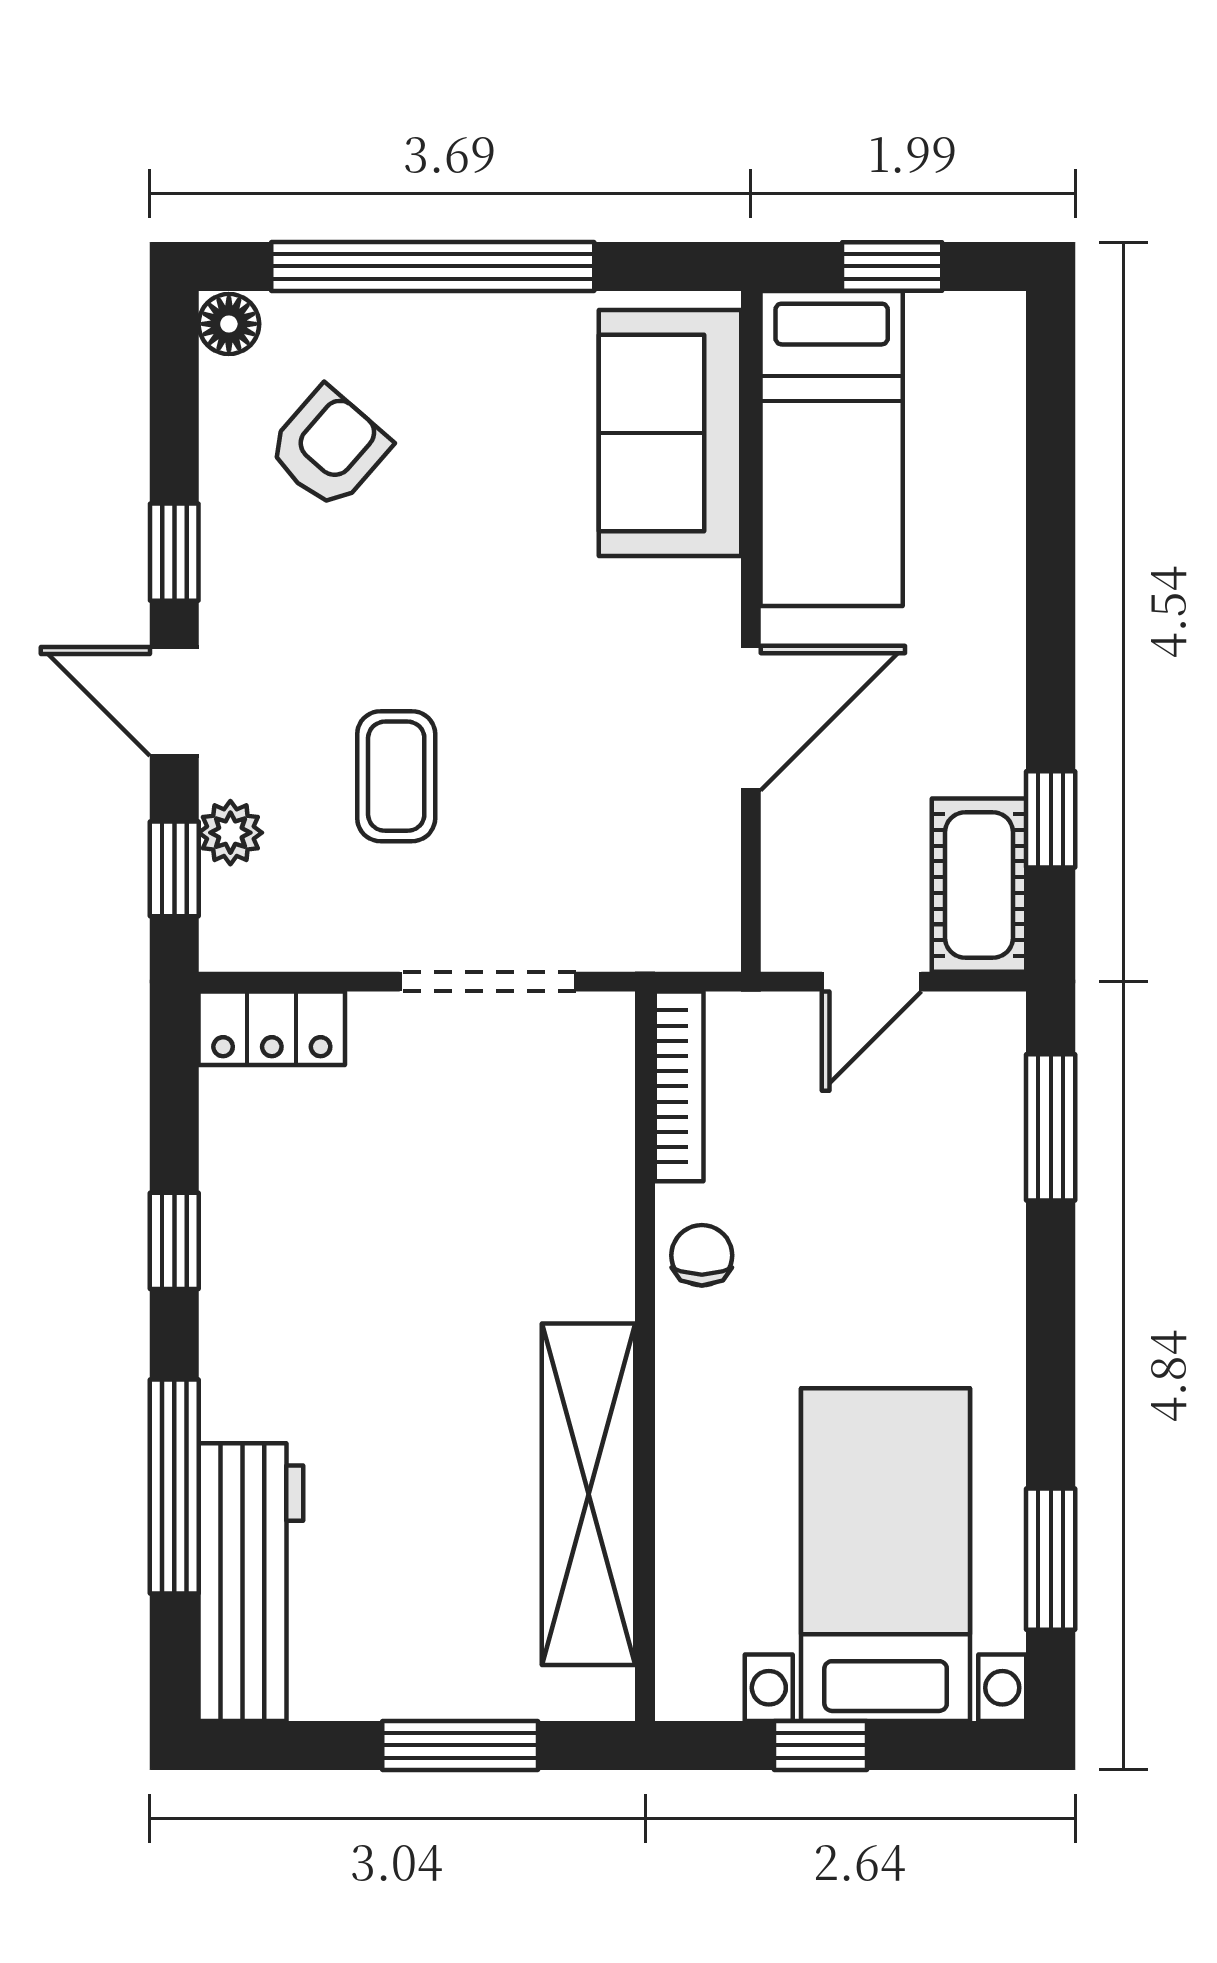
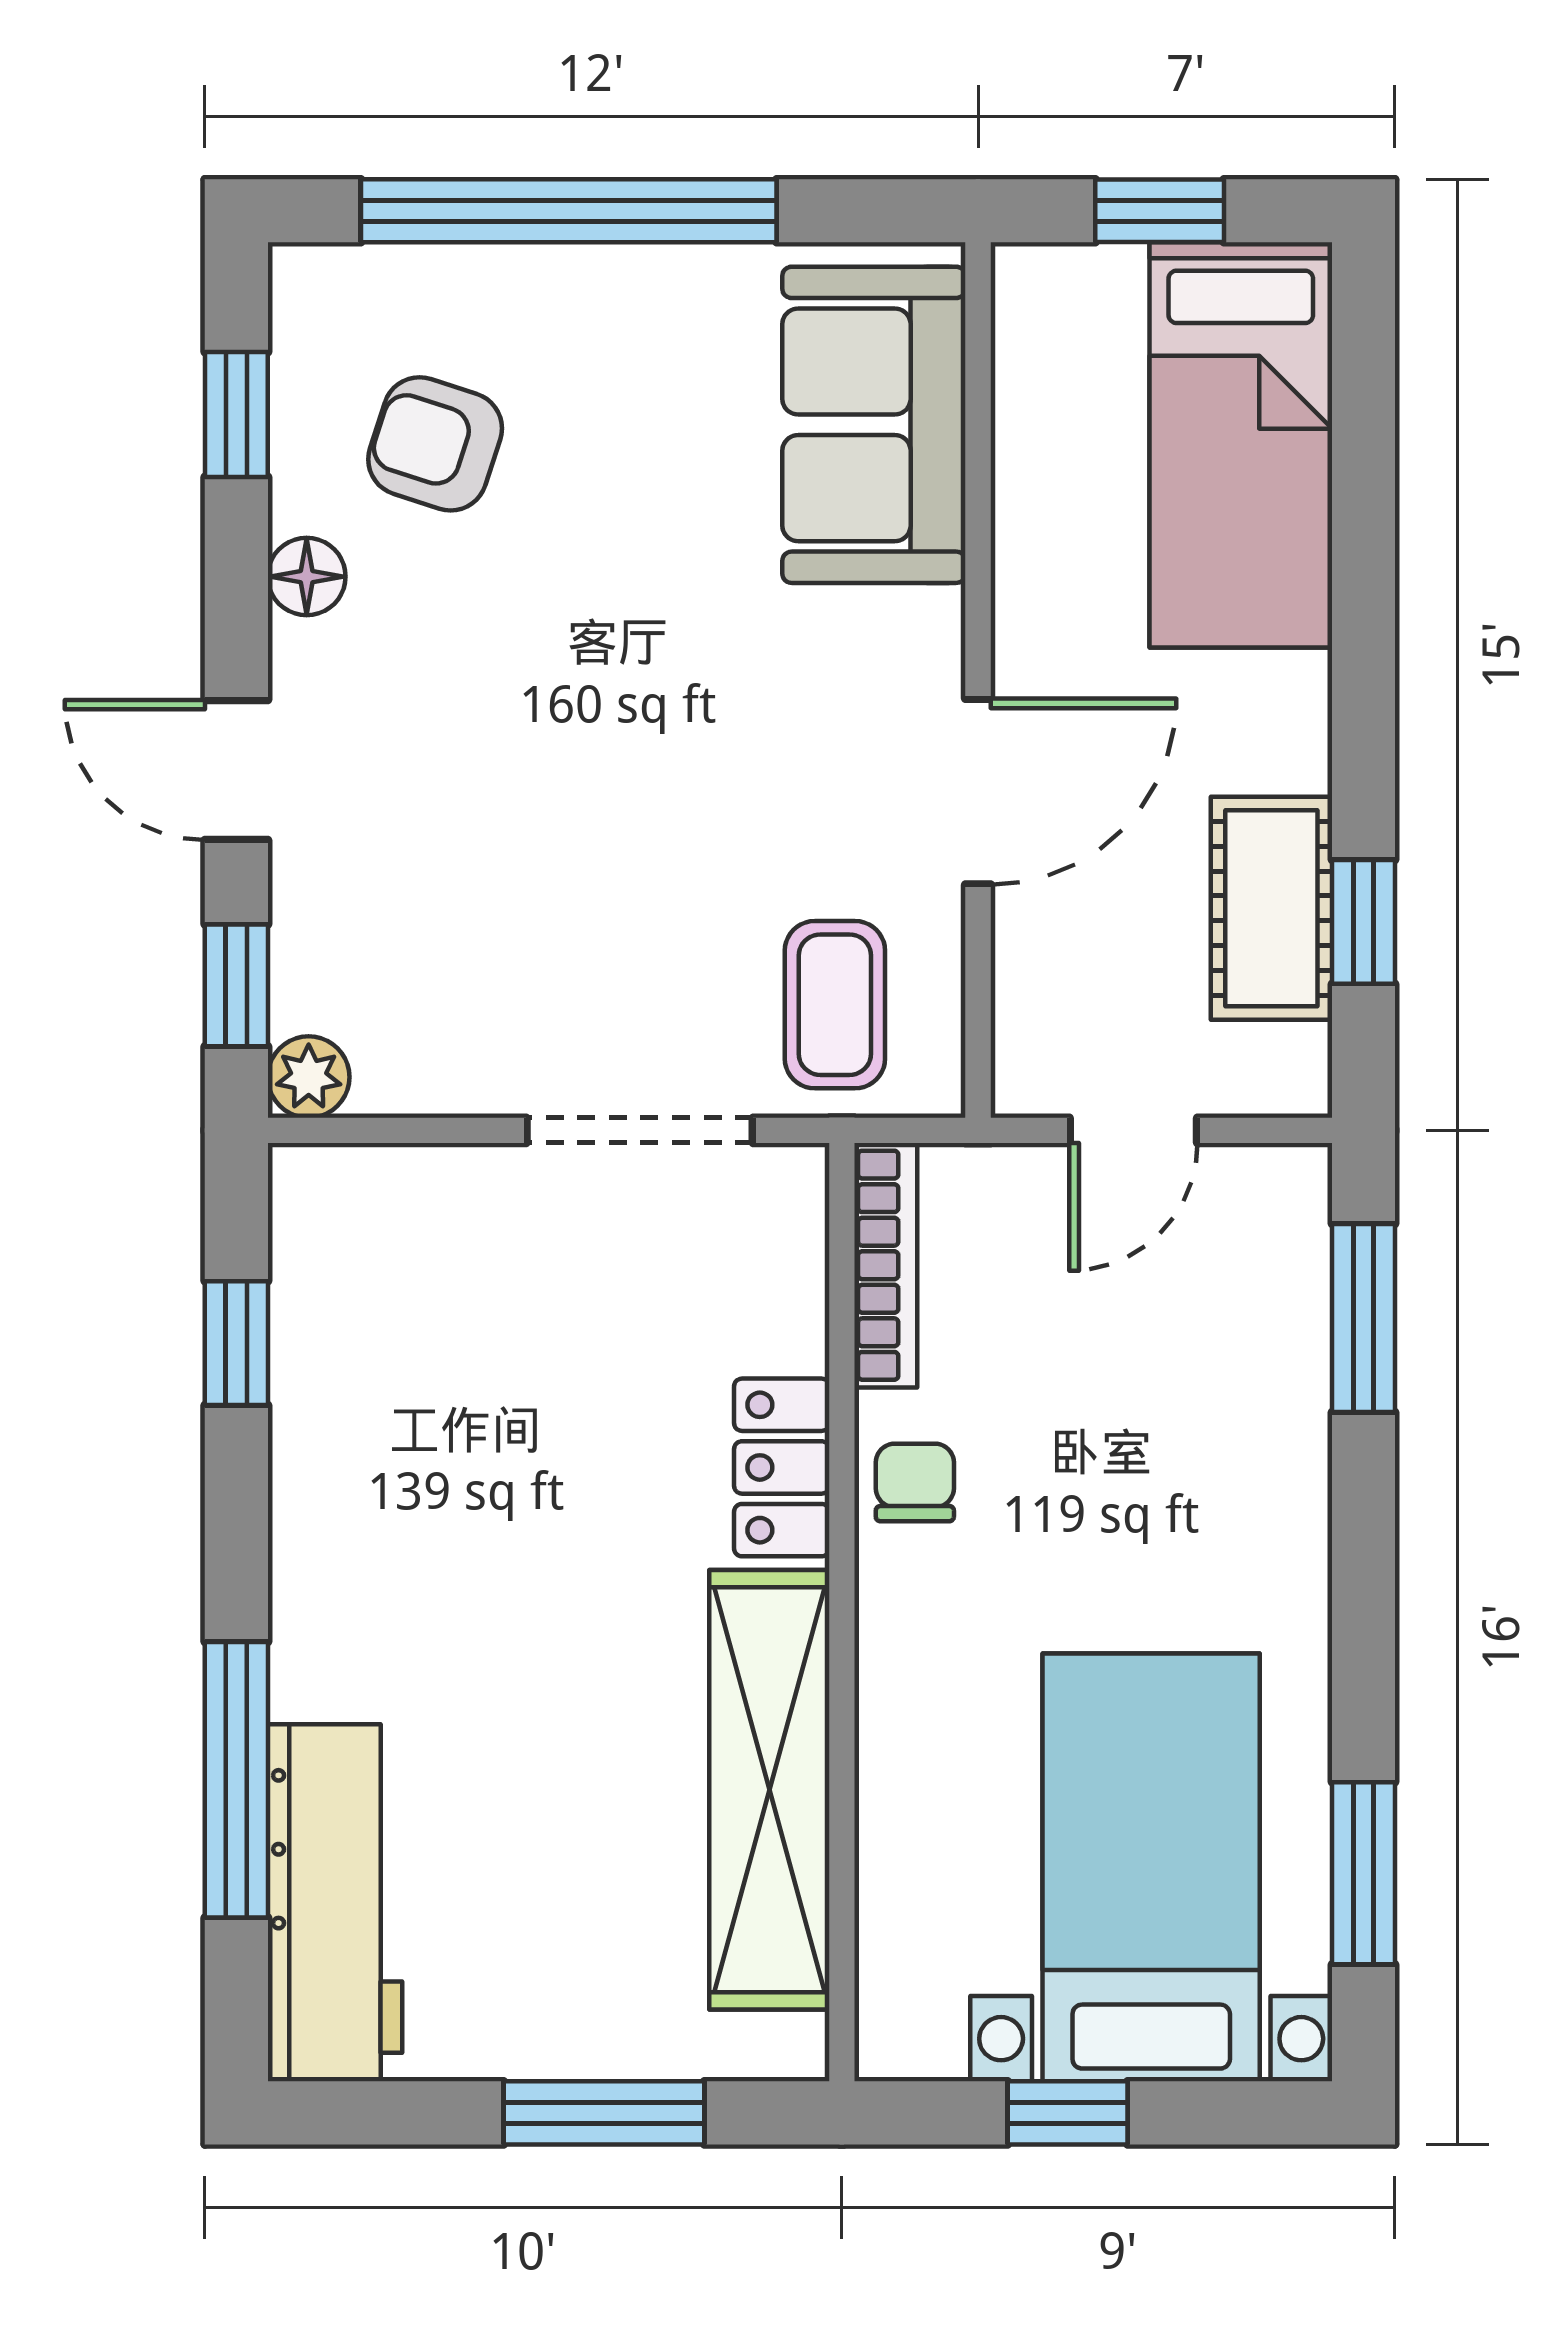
floor lamp: (229, 324) -> (307, 577), moved
armchair: (329, 448) -> (435, 444), turned -113
bed: (832, 449) -> (1241, 445), moved
window: (174, 552) -> (236, 414), moved
coffee table: (396, 776) -> (835, 1005), moved
plant: (230, 833) -> (309, 1077), moved
cot: (979, 885) -> (1271, 908), moved
locker: (272, 1028) -> (782, 1467), moved, turned 90
window: (174, 1241) -> (236, 1343), moved

